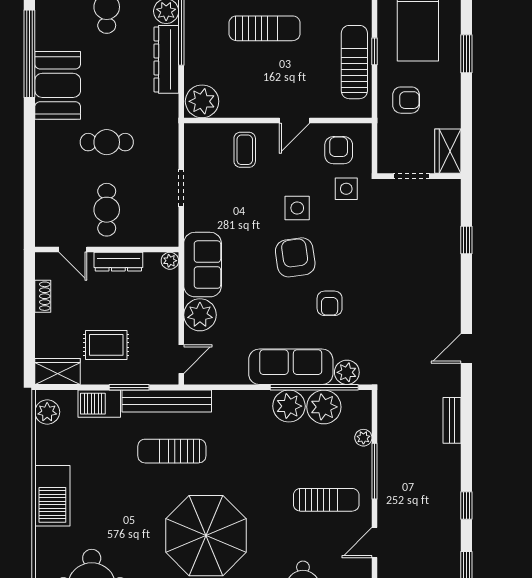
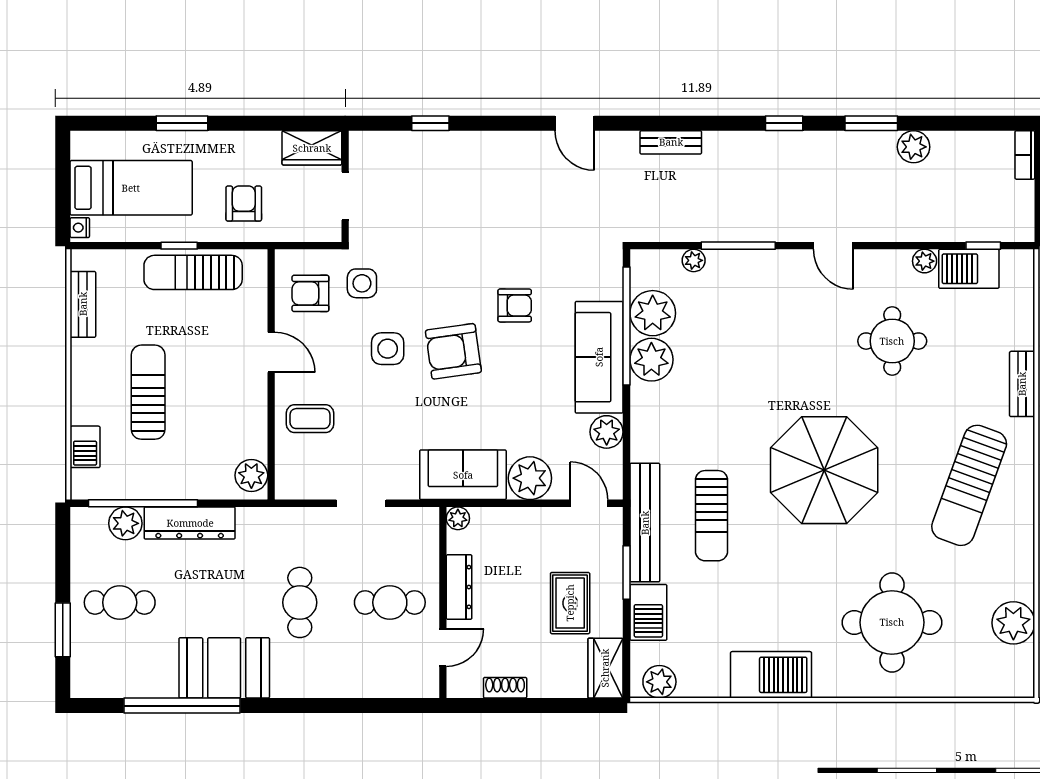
plant: (202, 101) -> (251, 475), width x0.73, depth x0.73
plant: (347, 372) -> (607, 432), moved
sun lounger: (326, 500) -> (776, 310), removed

